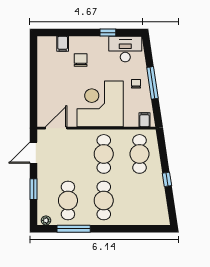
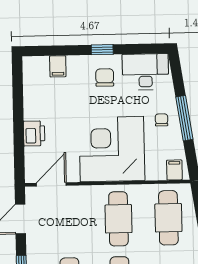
window: (108, 33) -> (102, 50), moved
chair: (81, 60) -> (105, 77), moved
printer: (45, 92) -> (34, 133), added

